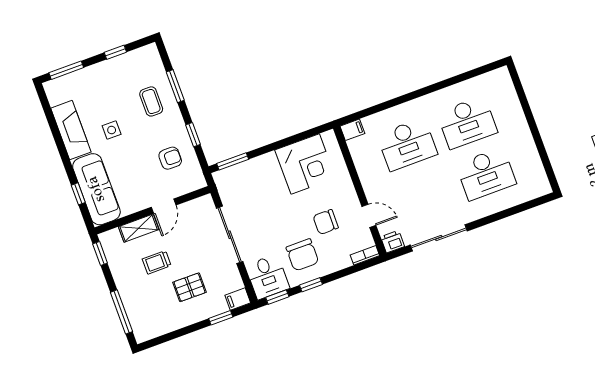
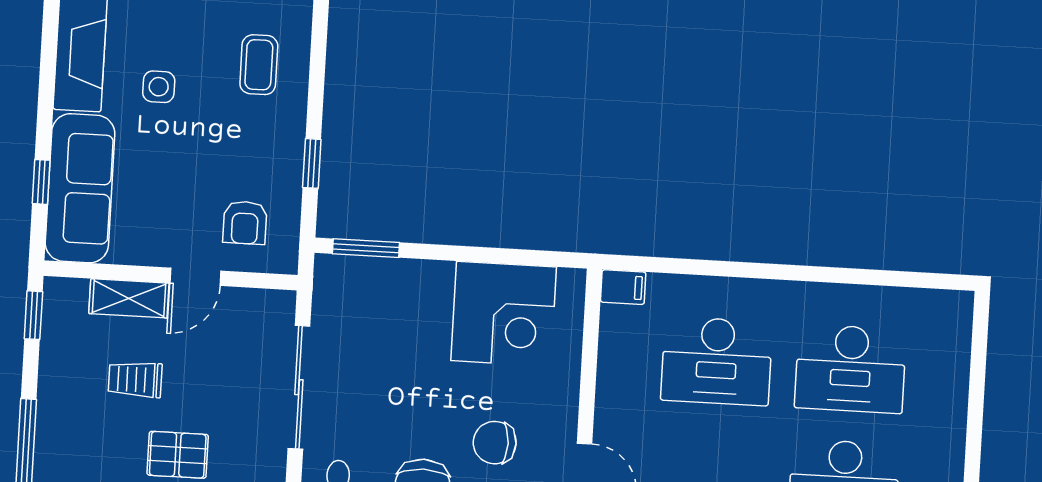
window: (175, 86) -> (318, 55), removed
armchair: (170, 158) -> (245, 223), moved, turned 90

